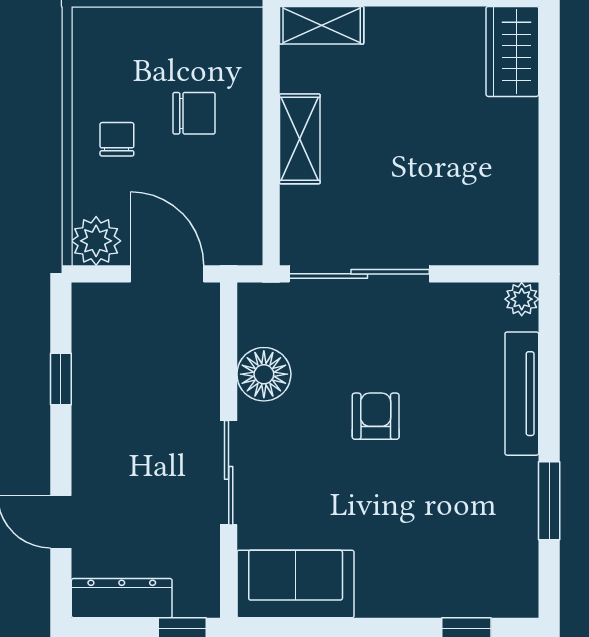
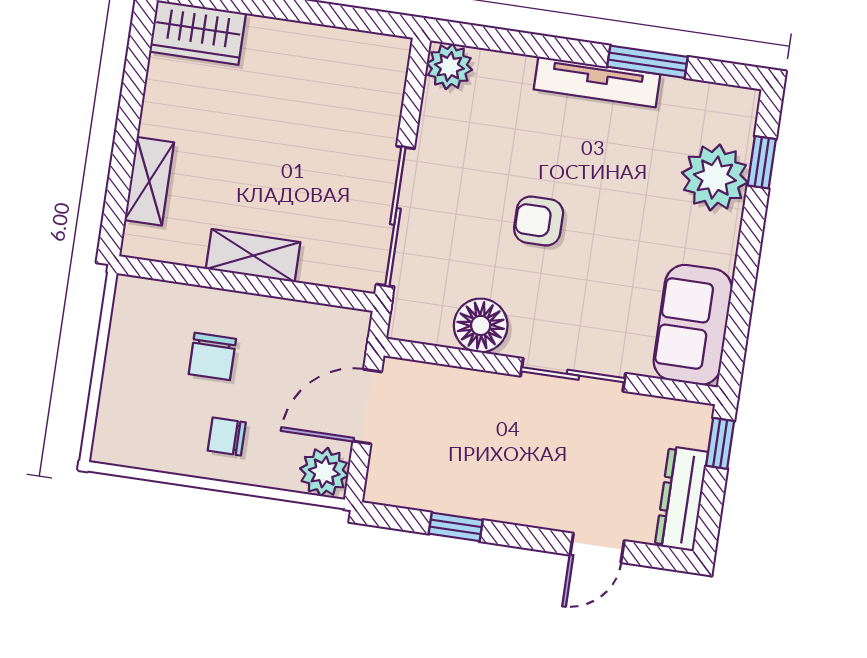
shelving: (322, 25) -> (149, 181), moved
chair: (194, 113) -> (212, 356), turned 180
plant: (522, 299) -> (449, 67), width x1.38, depth x1.38
tv unit: (522, 394) -> (597, 82), moved
plant: (444, 584) -> (715, 177), added

